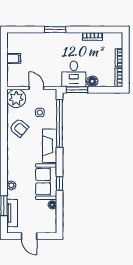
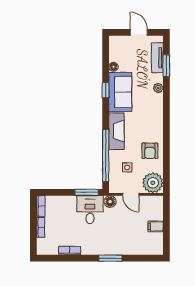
floor lamp: (92, 81) -> (110, 202), moved
armchair: (19, 128) -> (150, 151), turned -130

